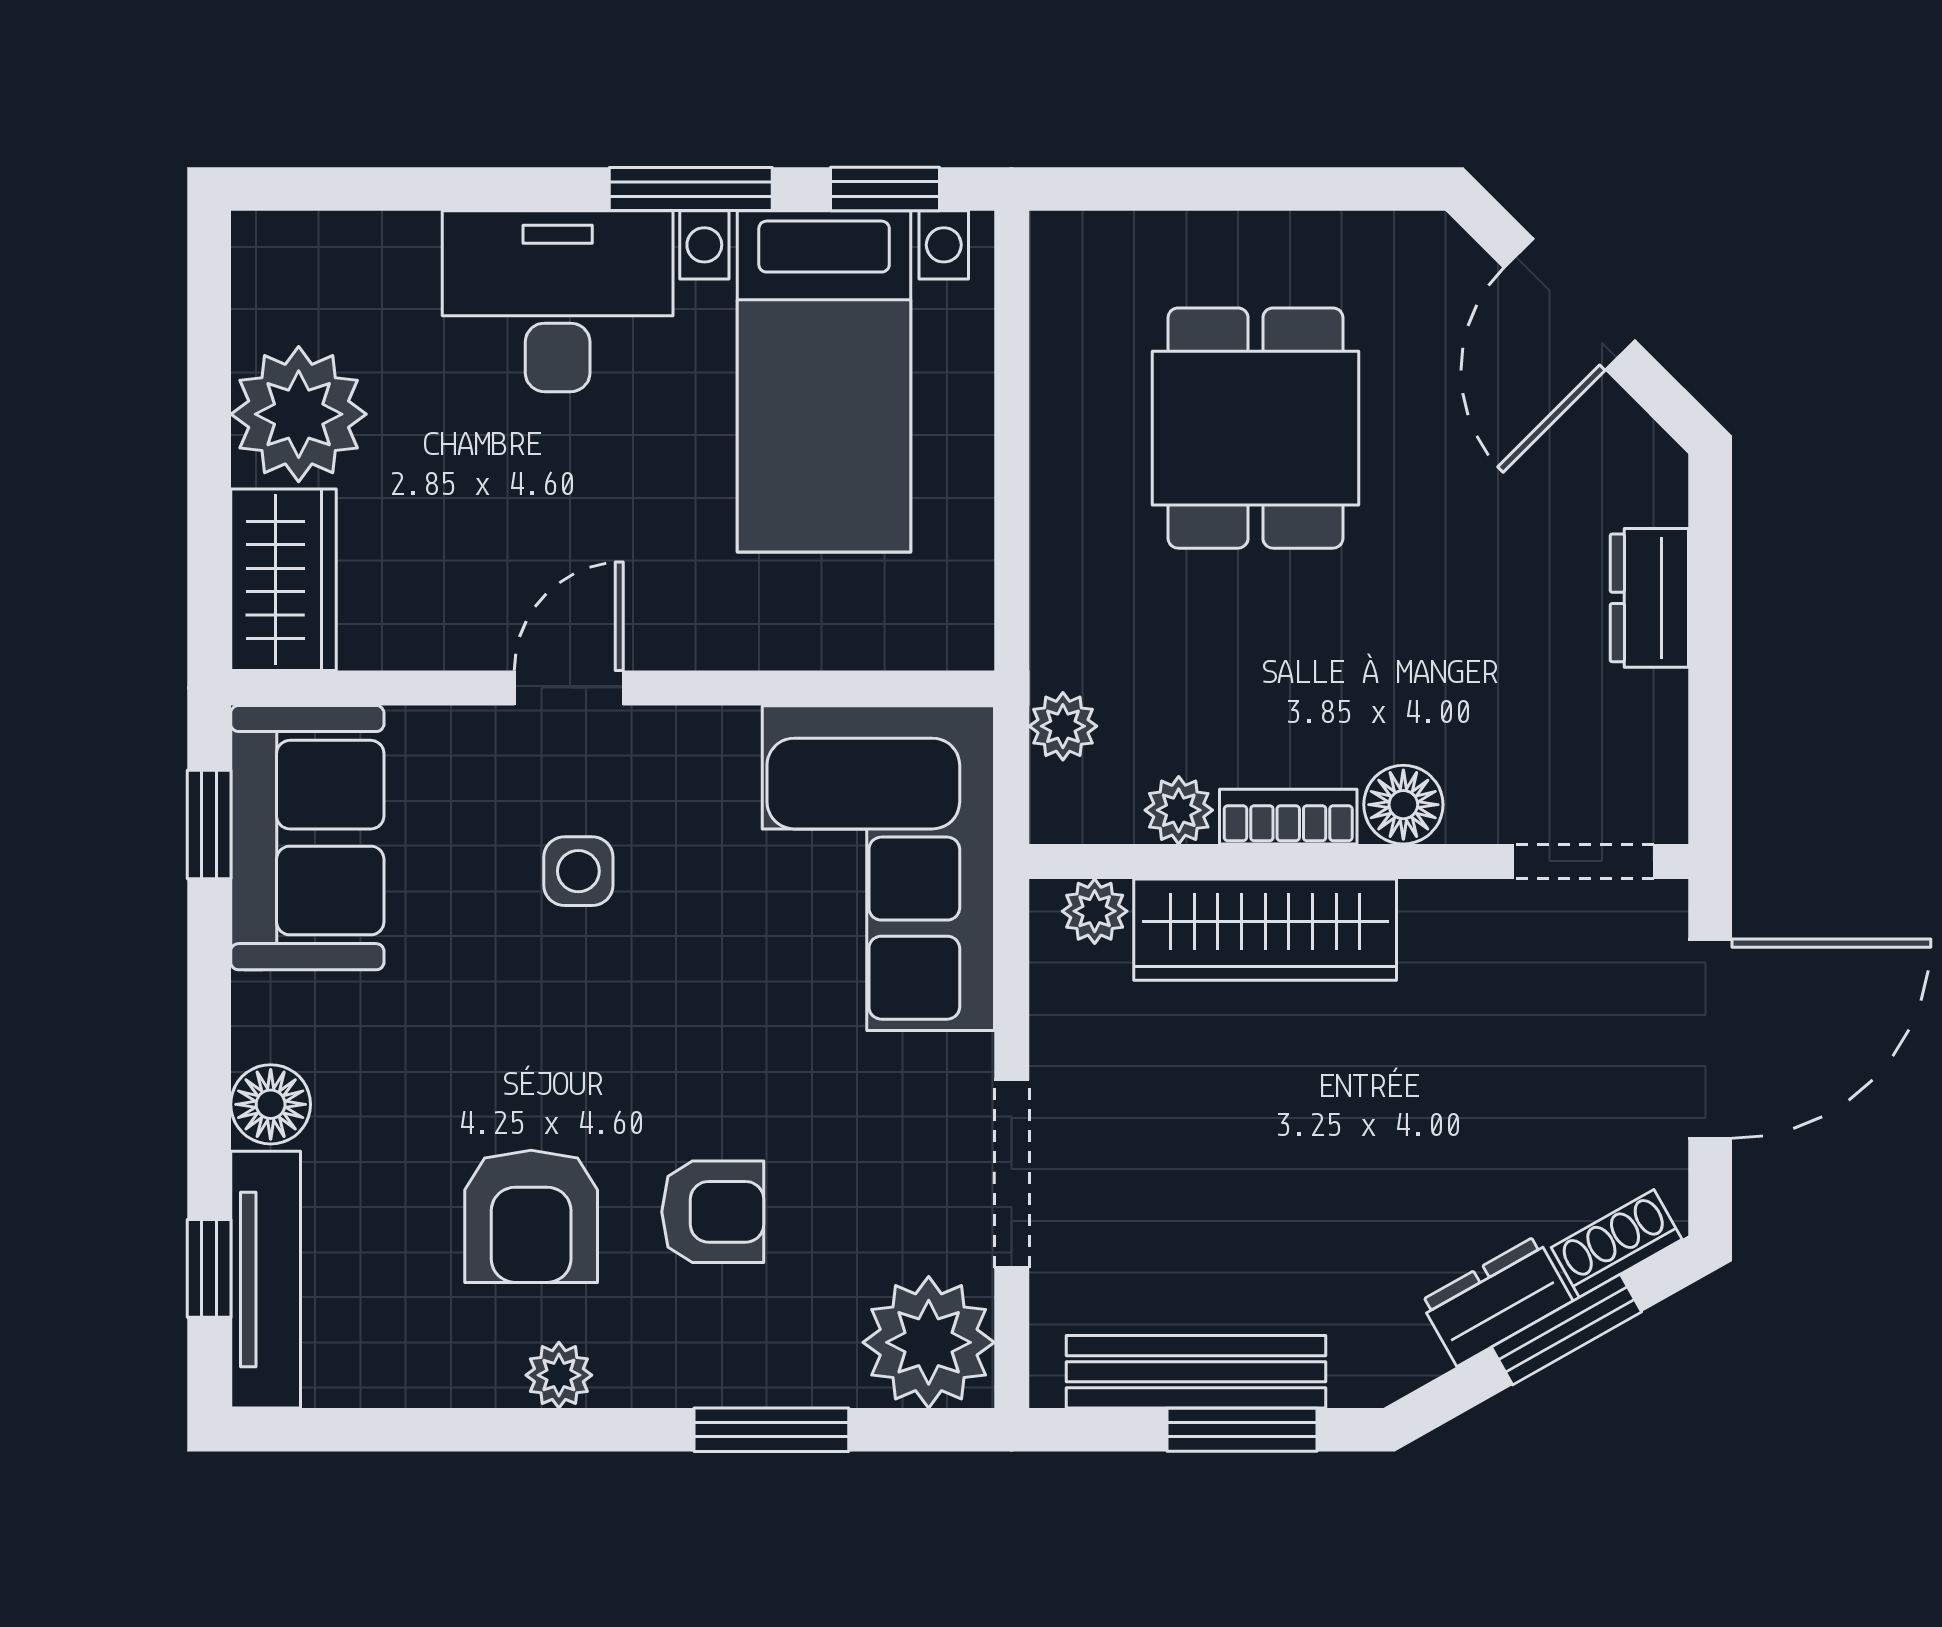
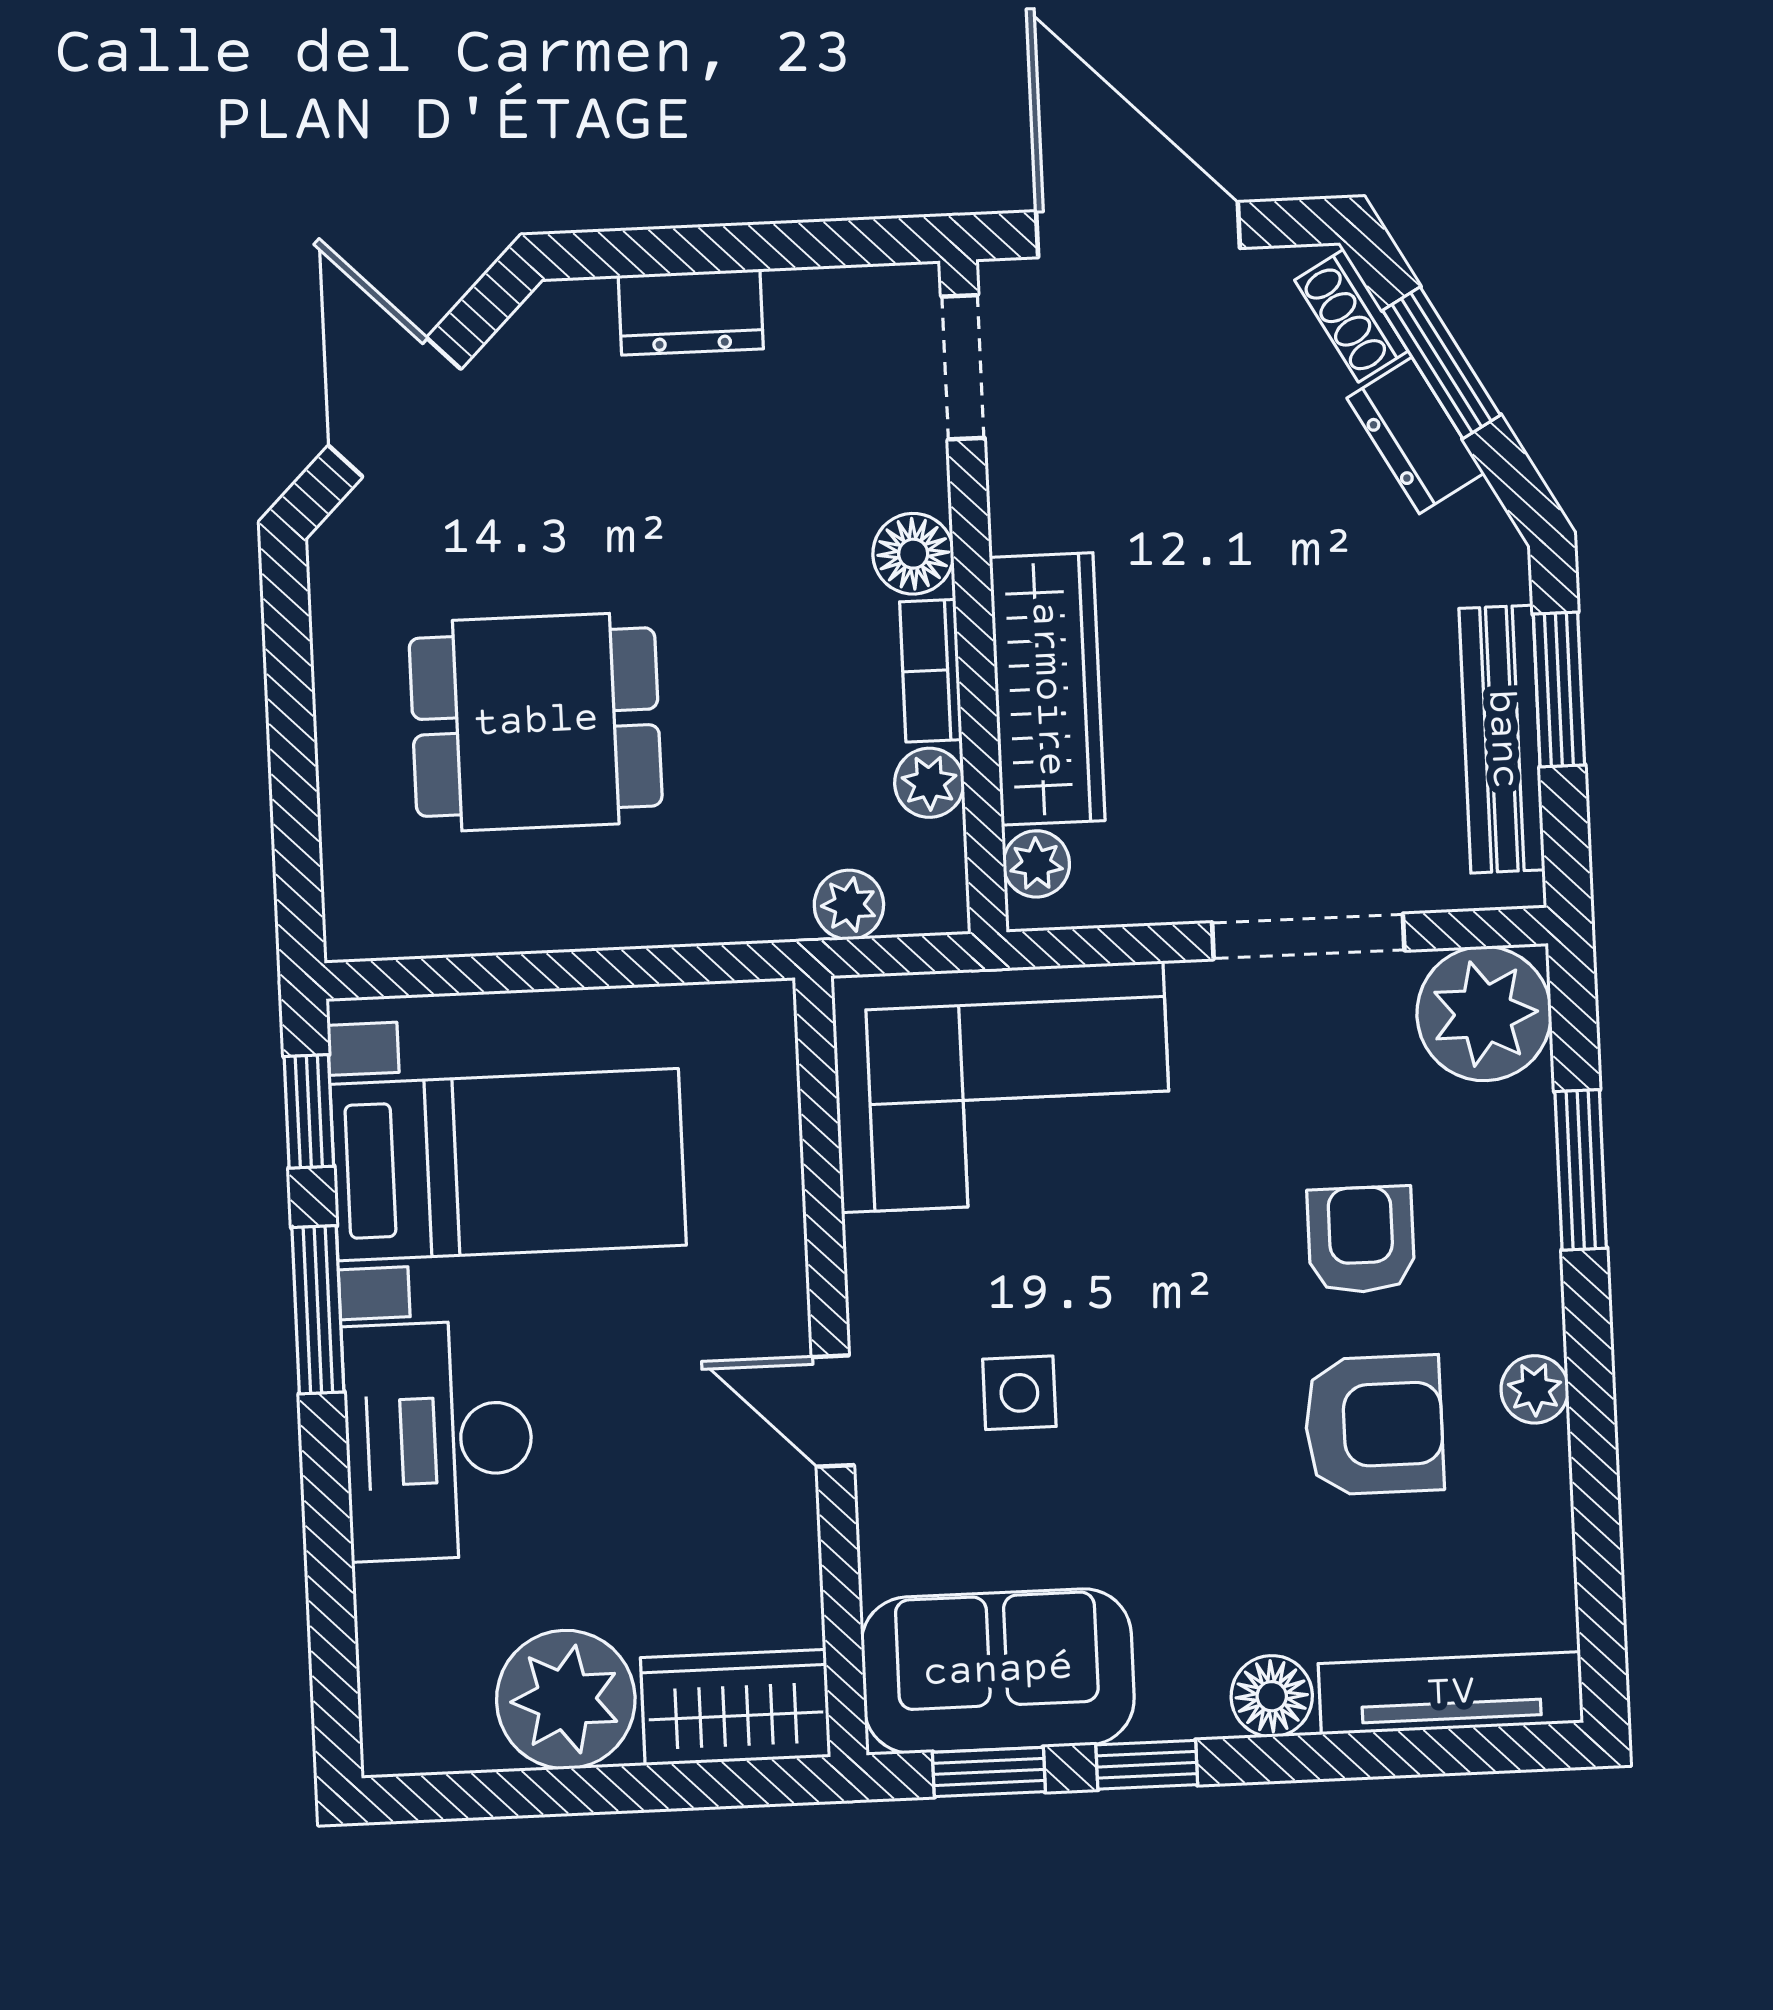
door: (1570, 304) -> (395, 407), swing flipped
window: (209, 1268) -> (1147, 1765), moved

